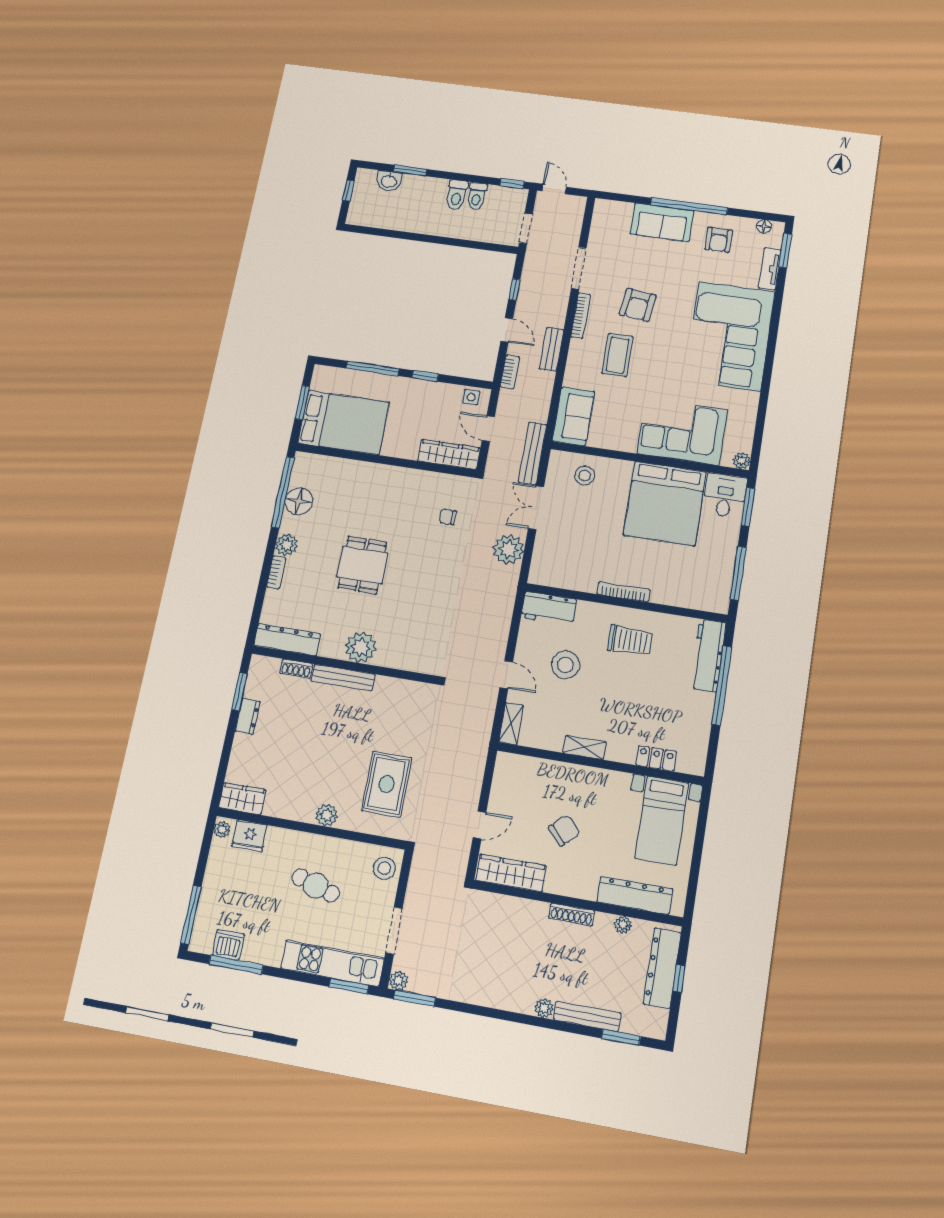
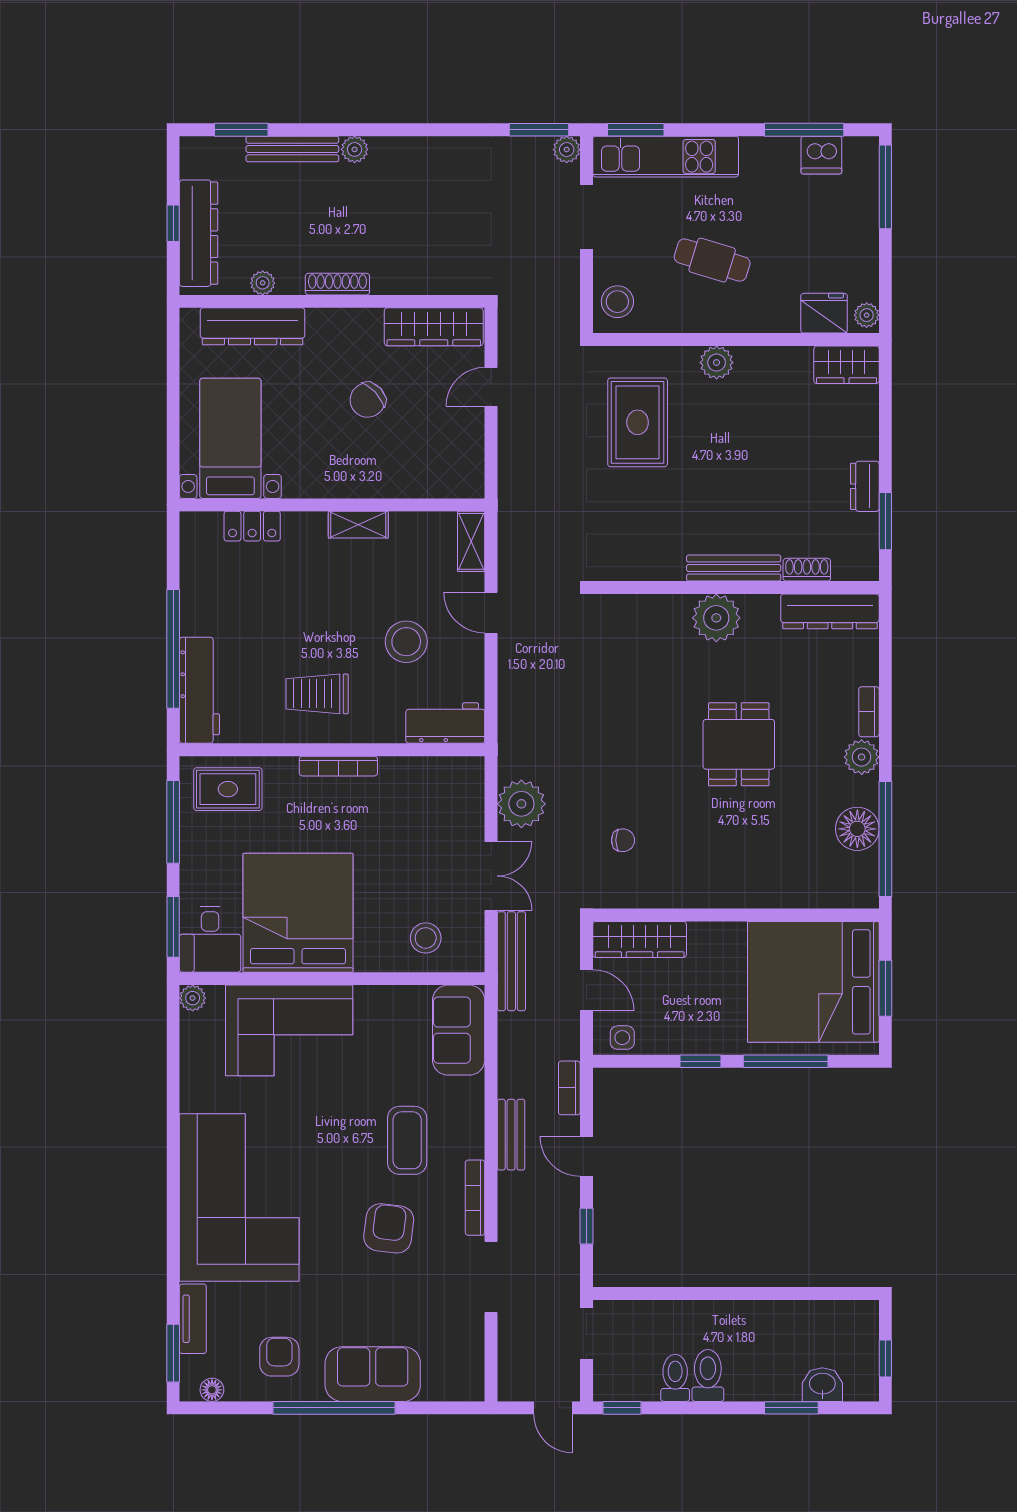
bed: (344, 423) -> (813, 982), width x1.36
rug: (699, 588) -> (228, 789), added

